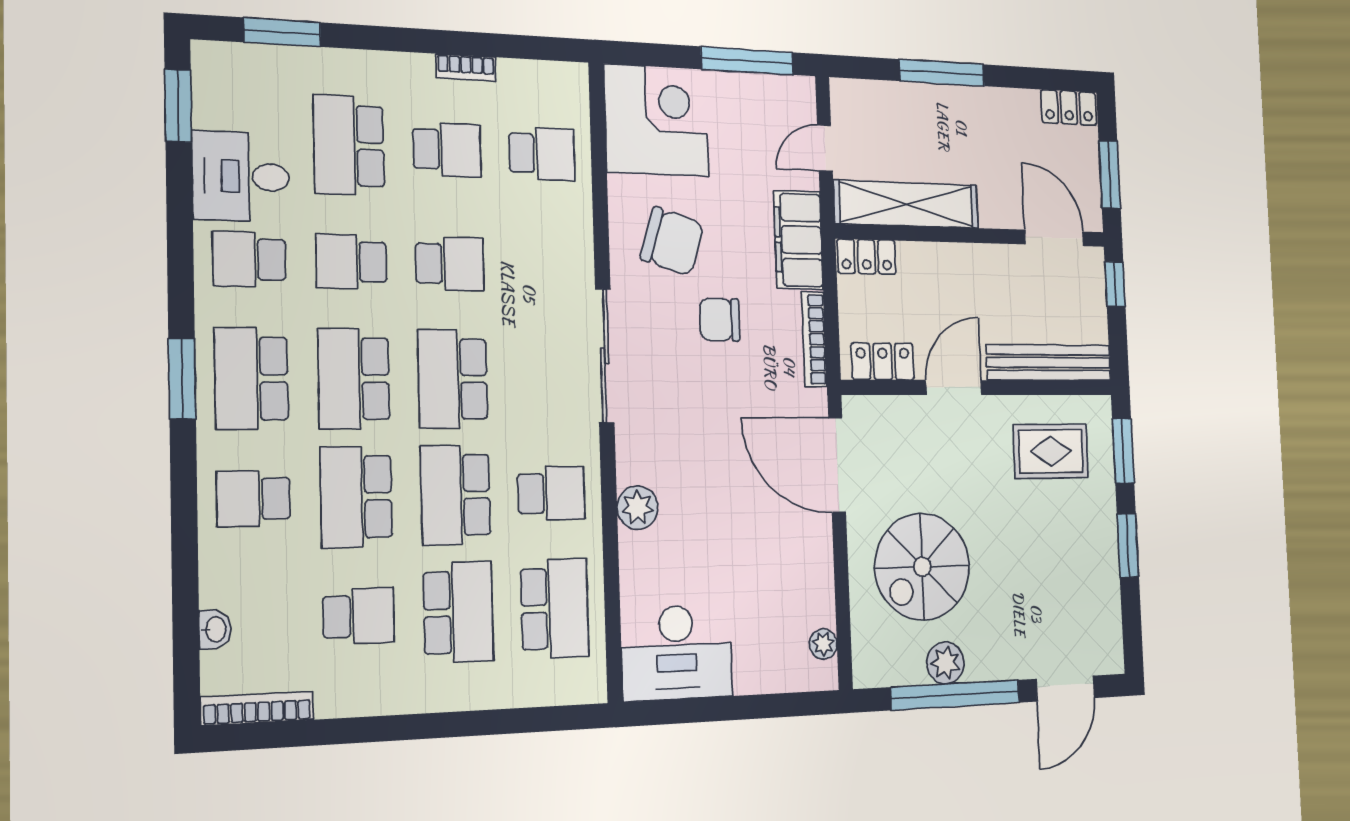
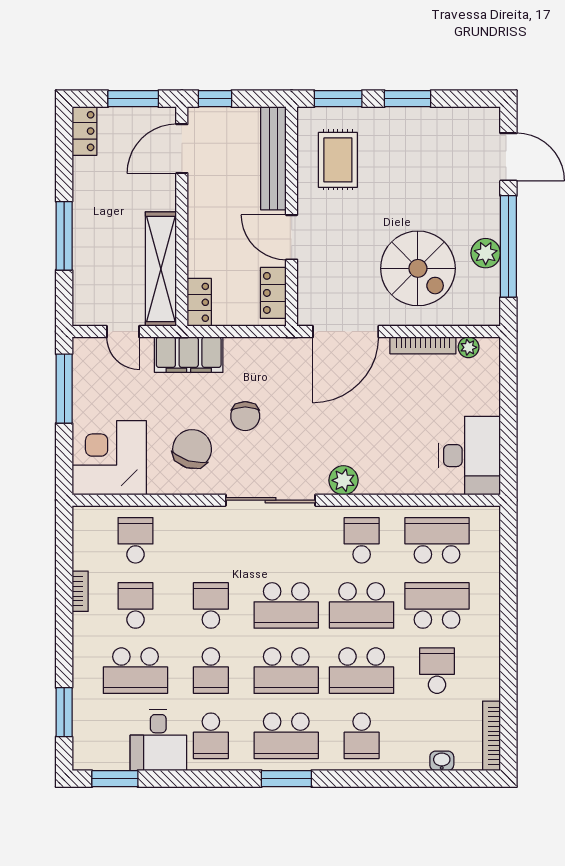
bookcase: (814, 339) -> (423, 345), moved
plant: (637, 508) -> (343, 480), moved

